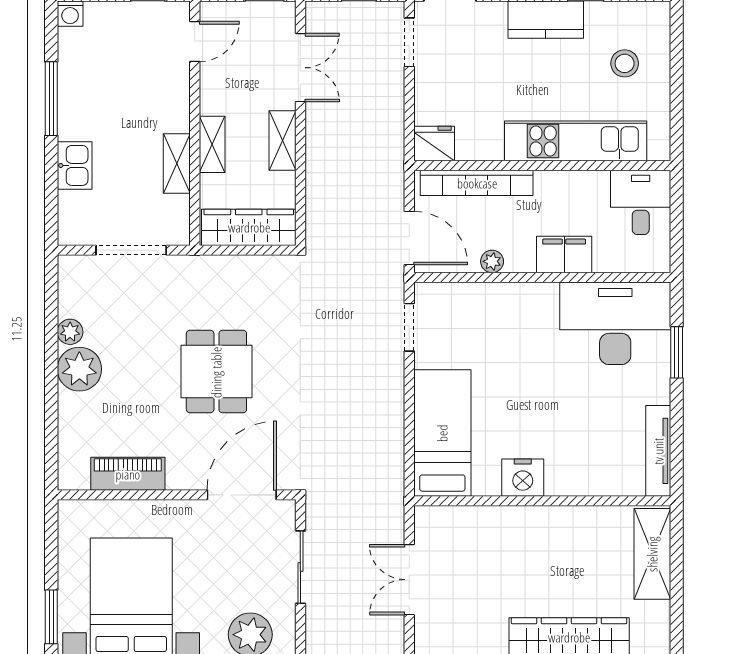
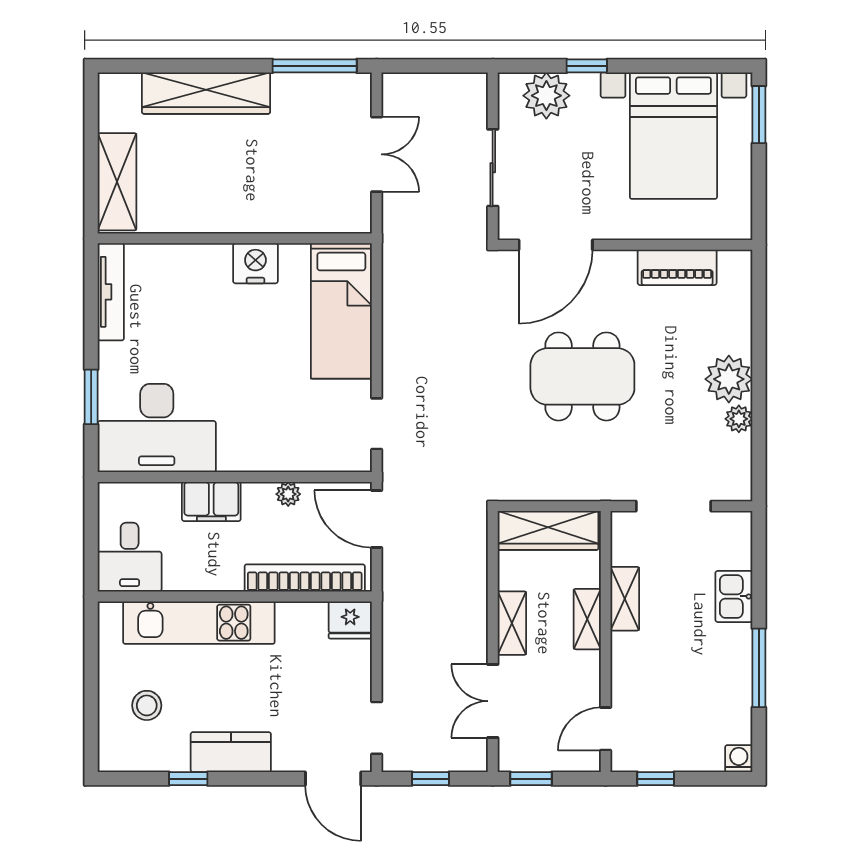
dining table: (216, 372) -> (582, 376), width x1.38

